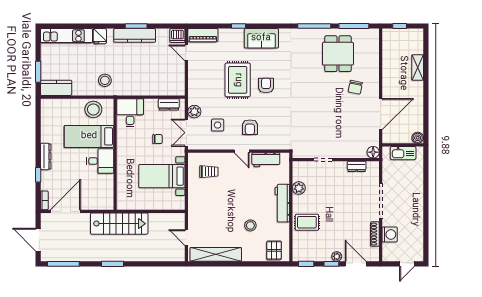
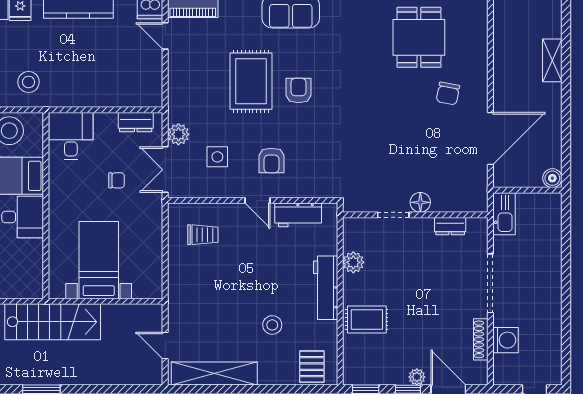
floor lamp: (373, 152) -> (420, 202), moved
kitchen sink: (403, 153) -> (504, 214), moved, turned -90
bed with nightstands: (162, 176) -> (99, 260), moved, turned 90

